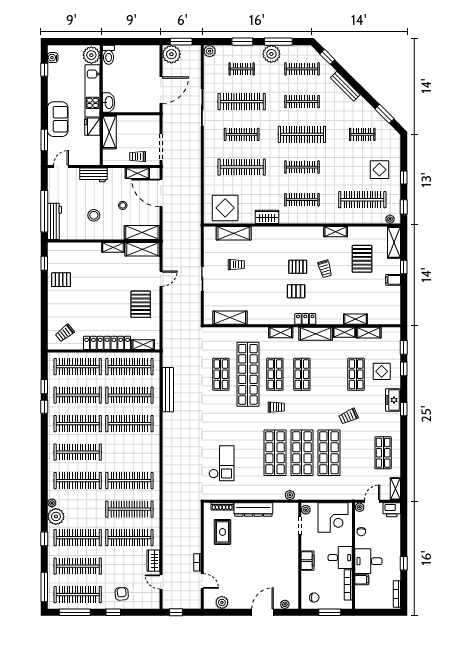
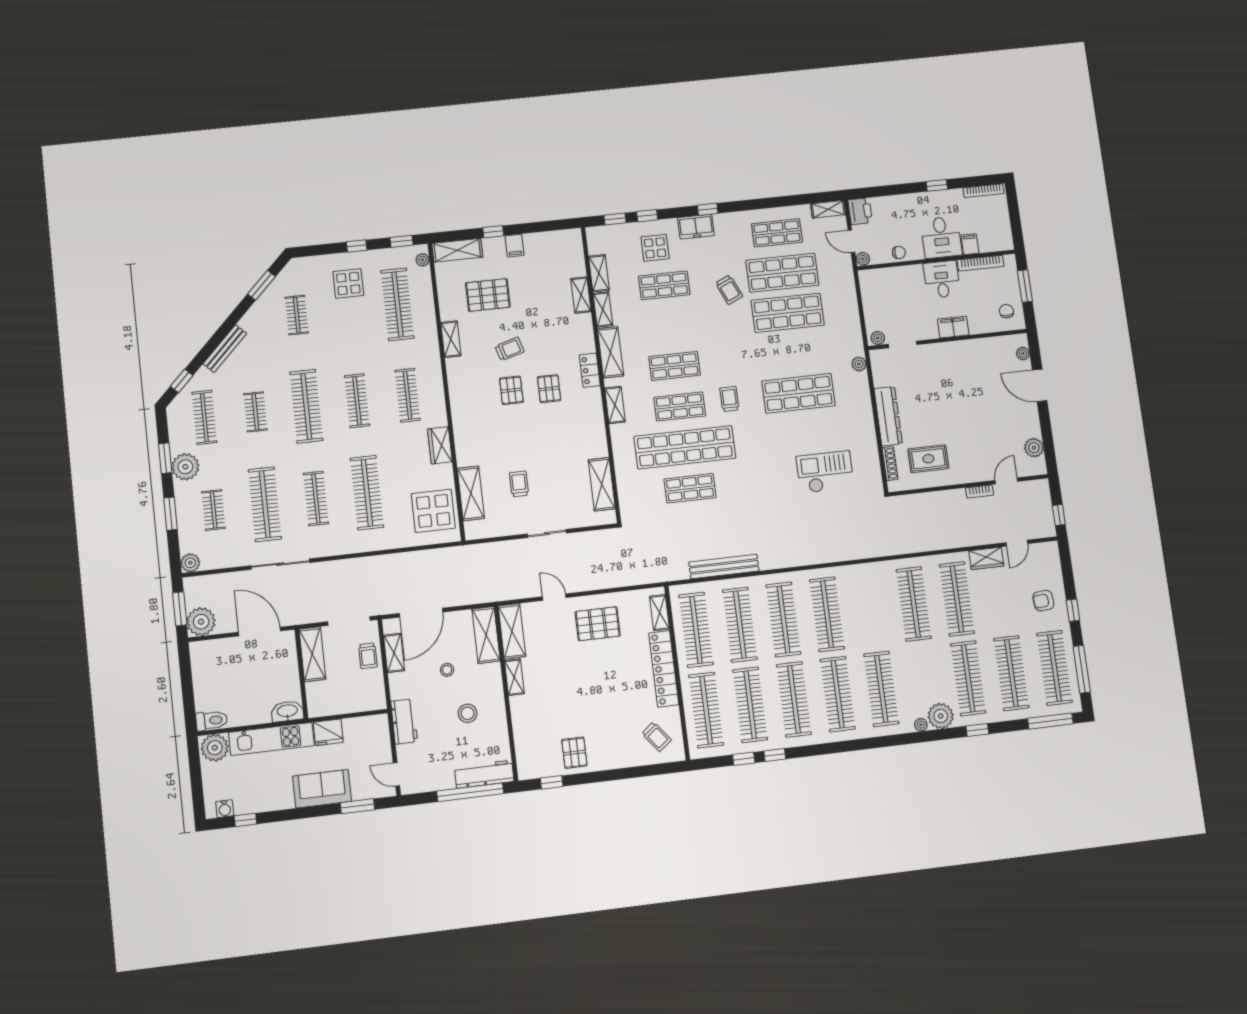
window: (278, 42) -> (165, 458), width x0.69
clothes rail: (302, 102) -> (255, 412), width x0.73
shelving: (109, 132) -> (312, 654), moved, turned 90
shop shelf: (302, 453) -> (782, 273), moved
clothes rail: (129, 481) -> (827, 614), moved
corner desk: (333, 518) -> (884, 296), removed

